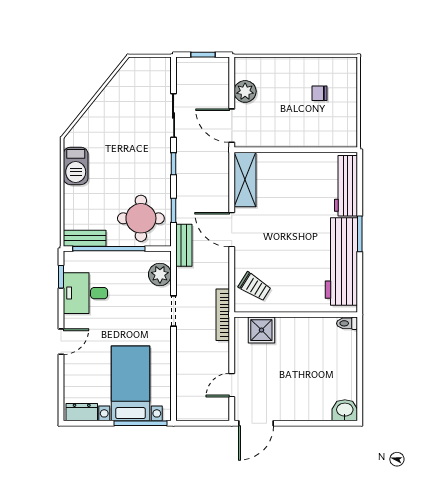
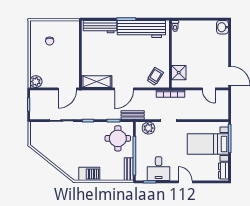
plant: (245, 91) -> (36, 82), moved

